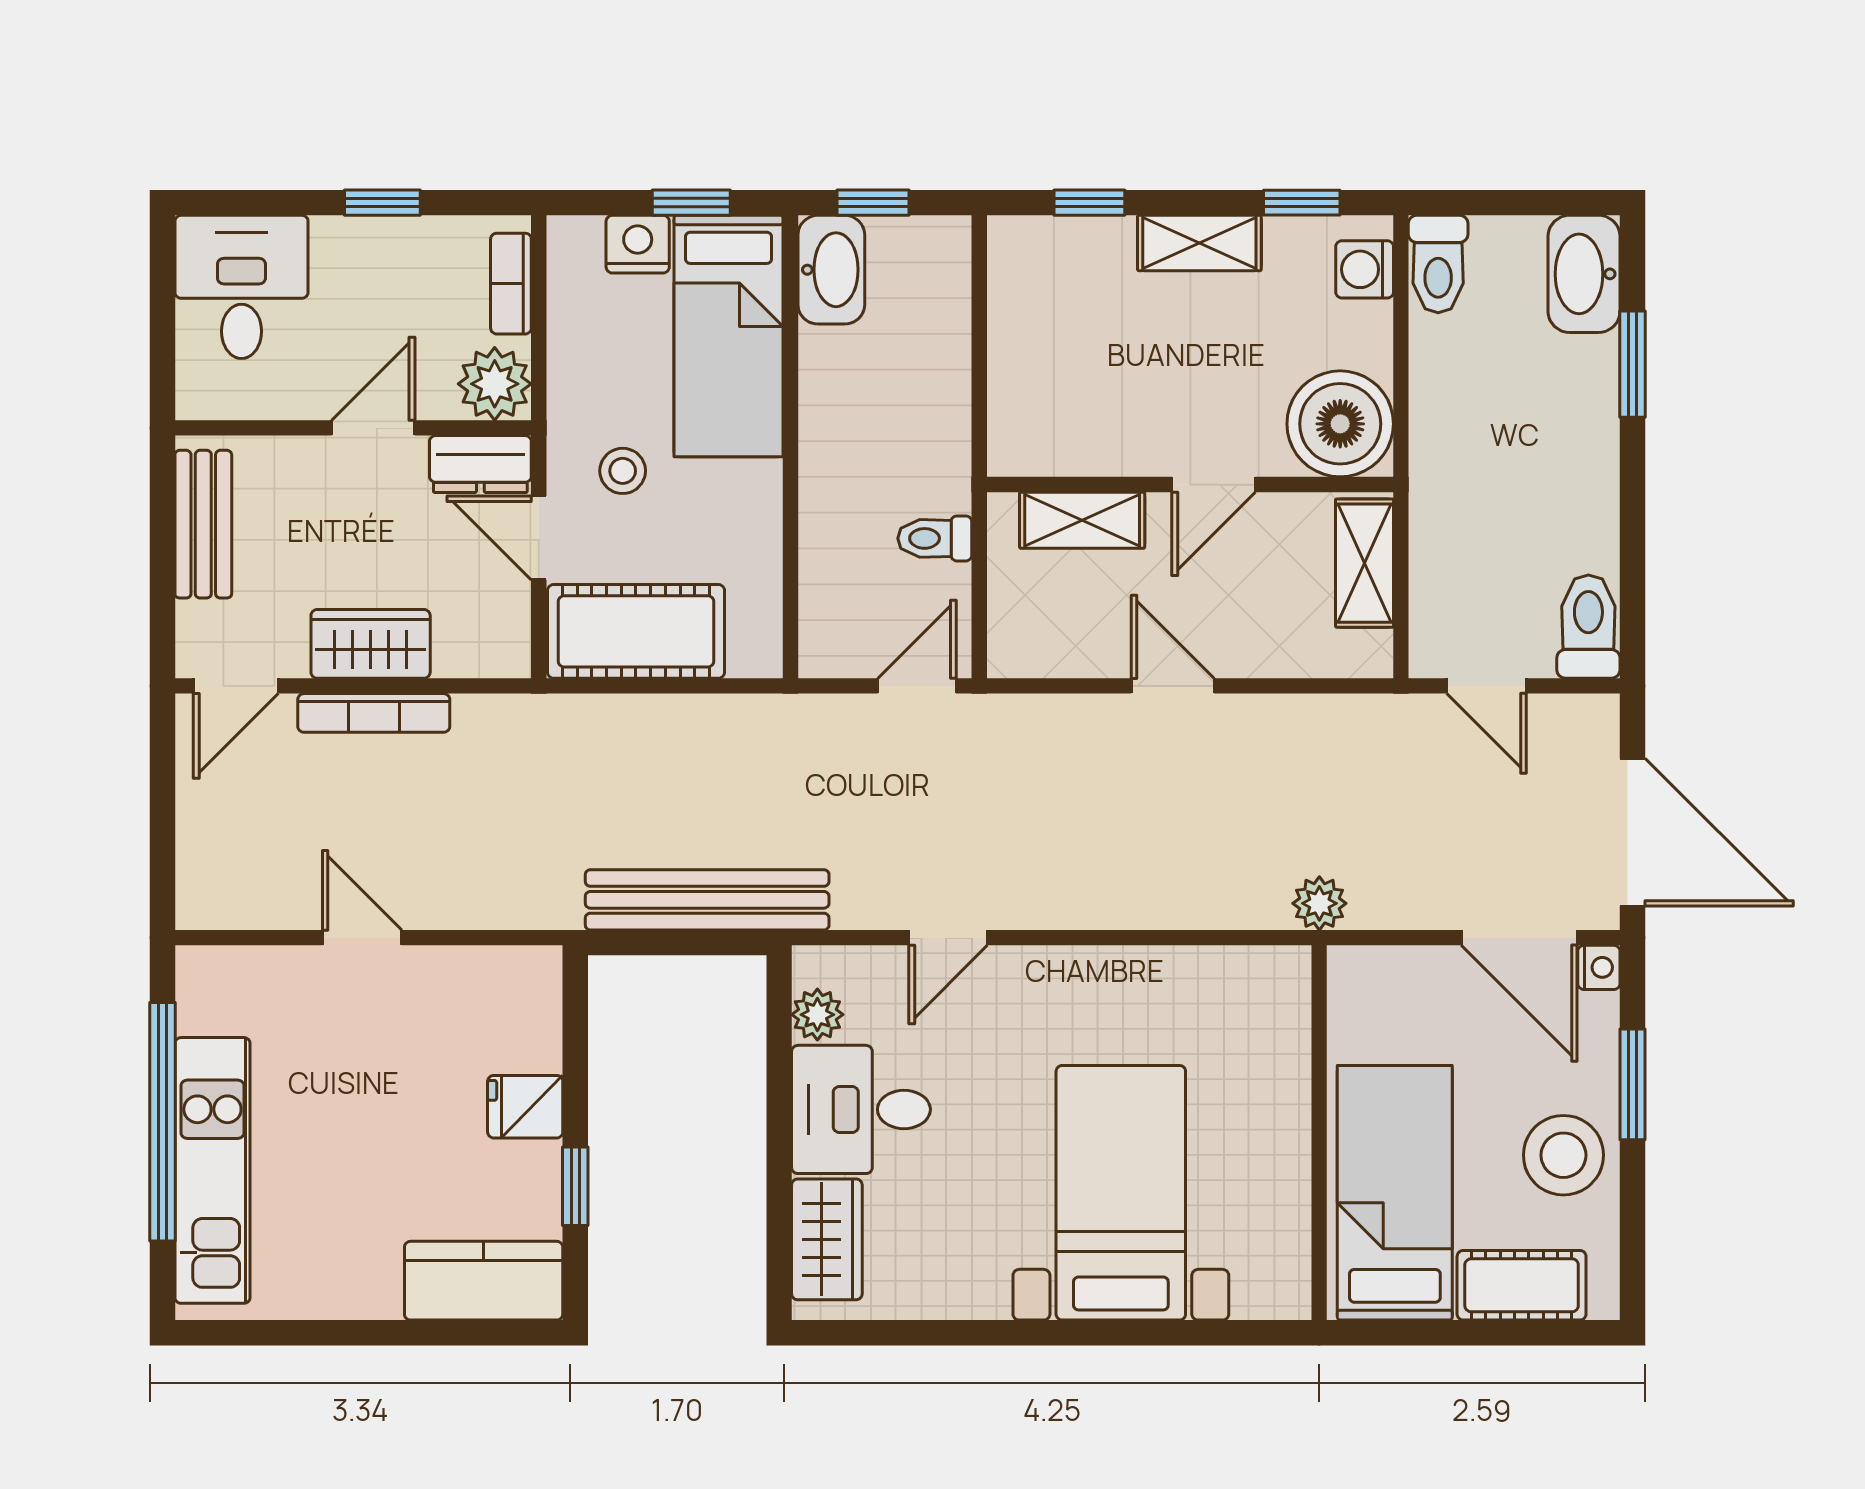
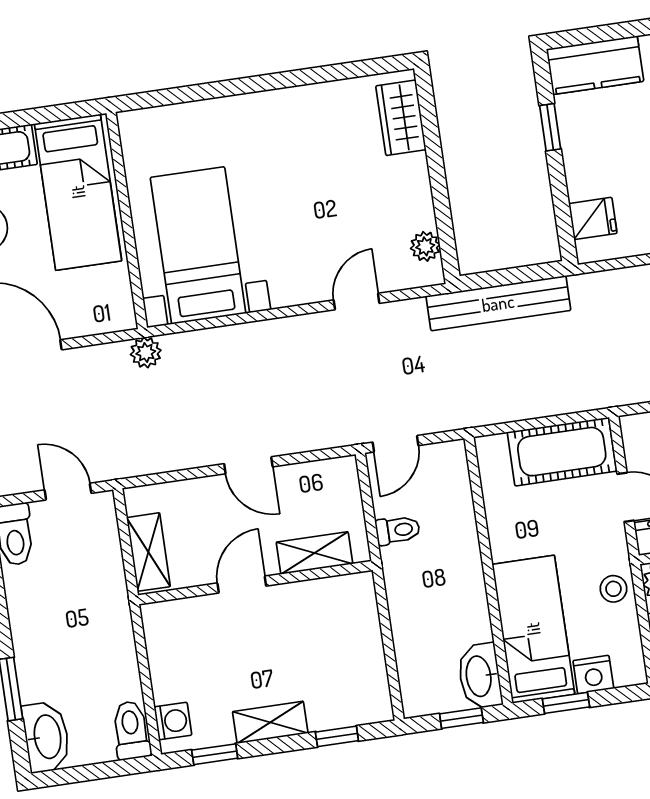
boiler: (1340, 424) -> (174, 630), removed
stool: (623, 471) -> (613, 589), moved
fridge: (525, 1107) -> (593, 218), moved
desk: (861, 1109) -> (392, 195), removed
bed with nightstands: (1121, 1193) -> (198, 245), moved, turned 180

